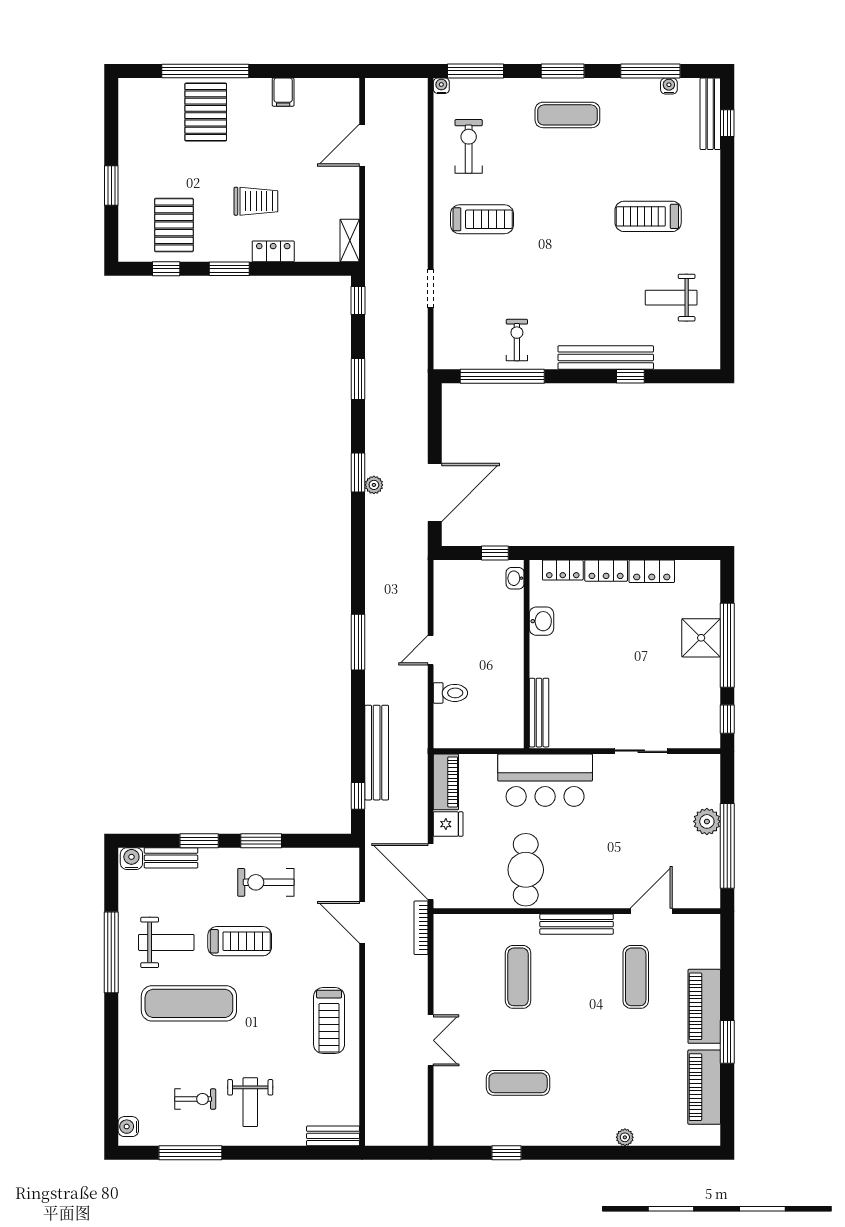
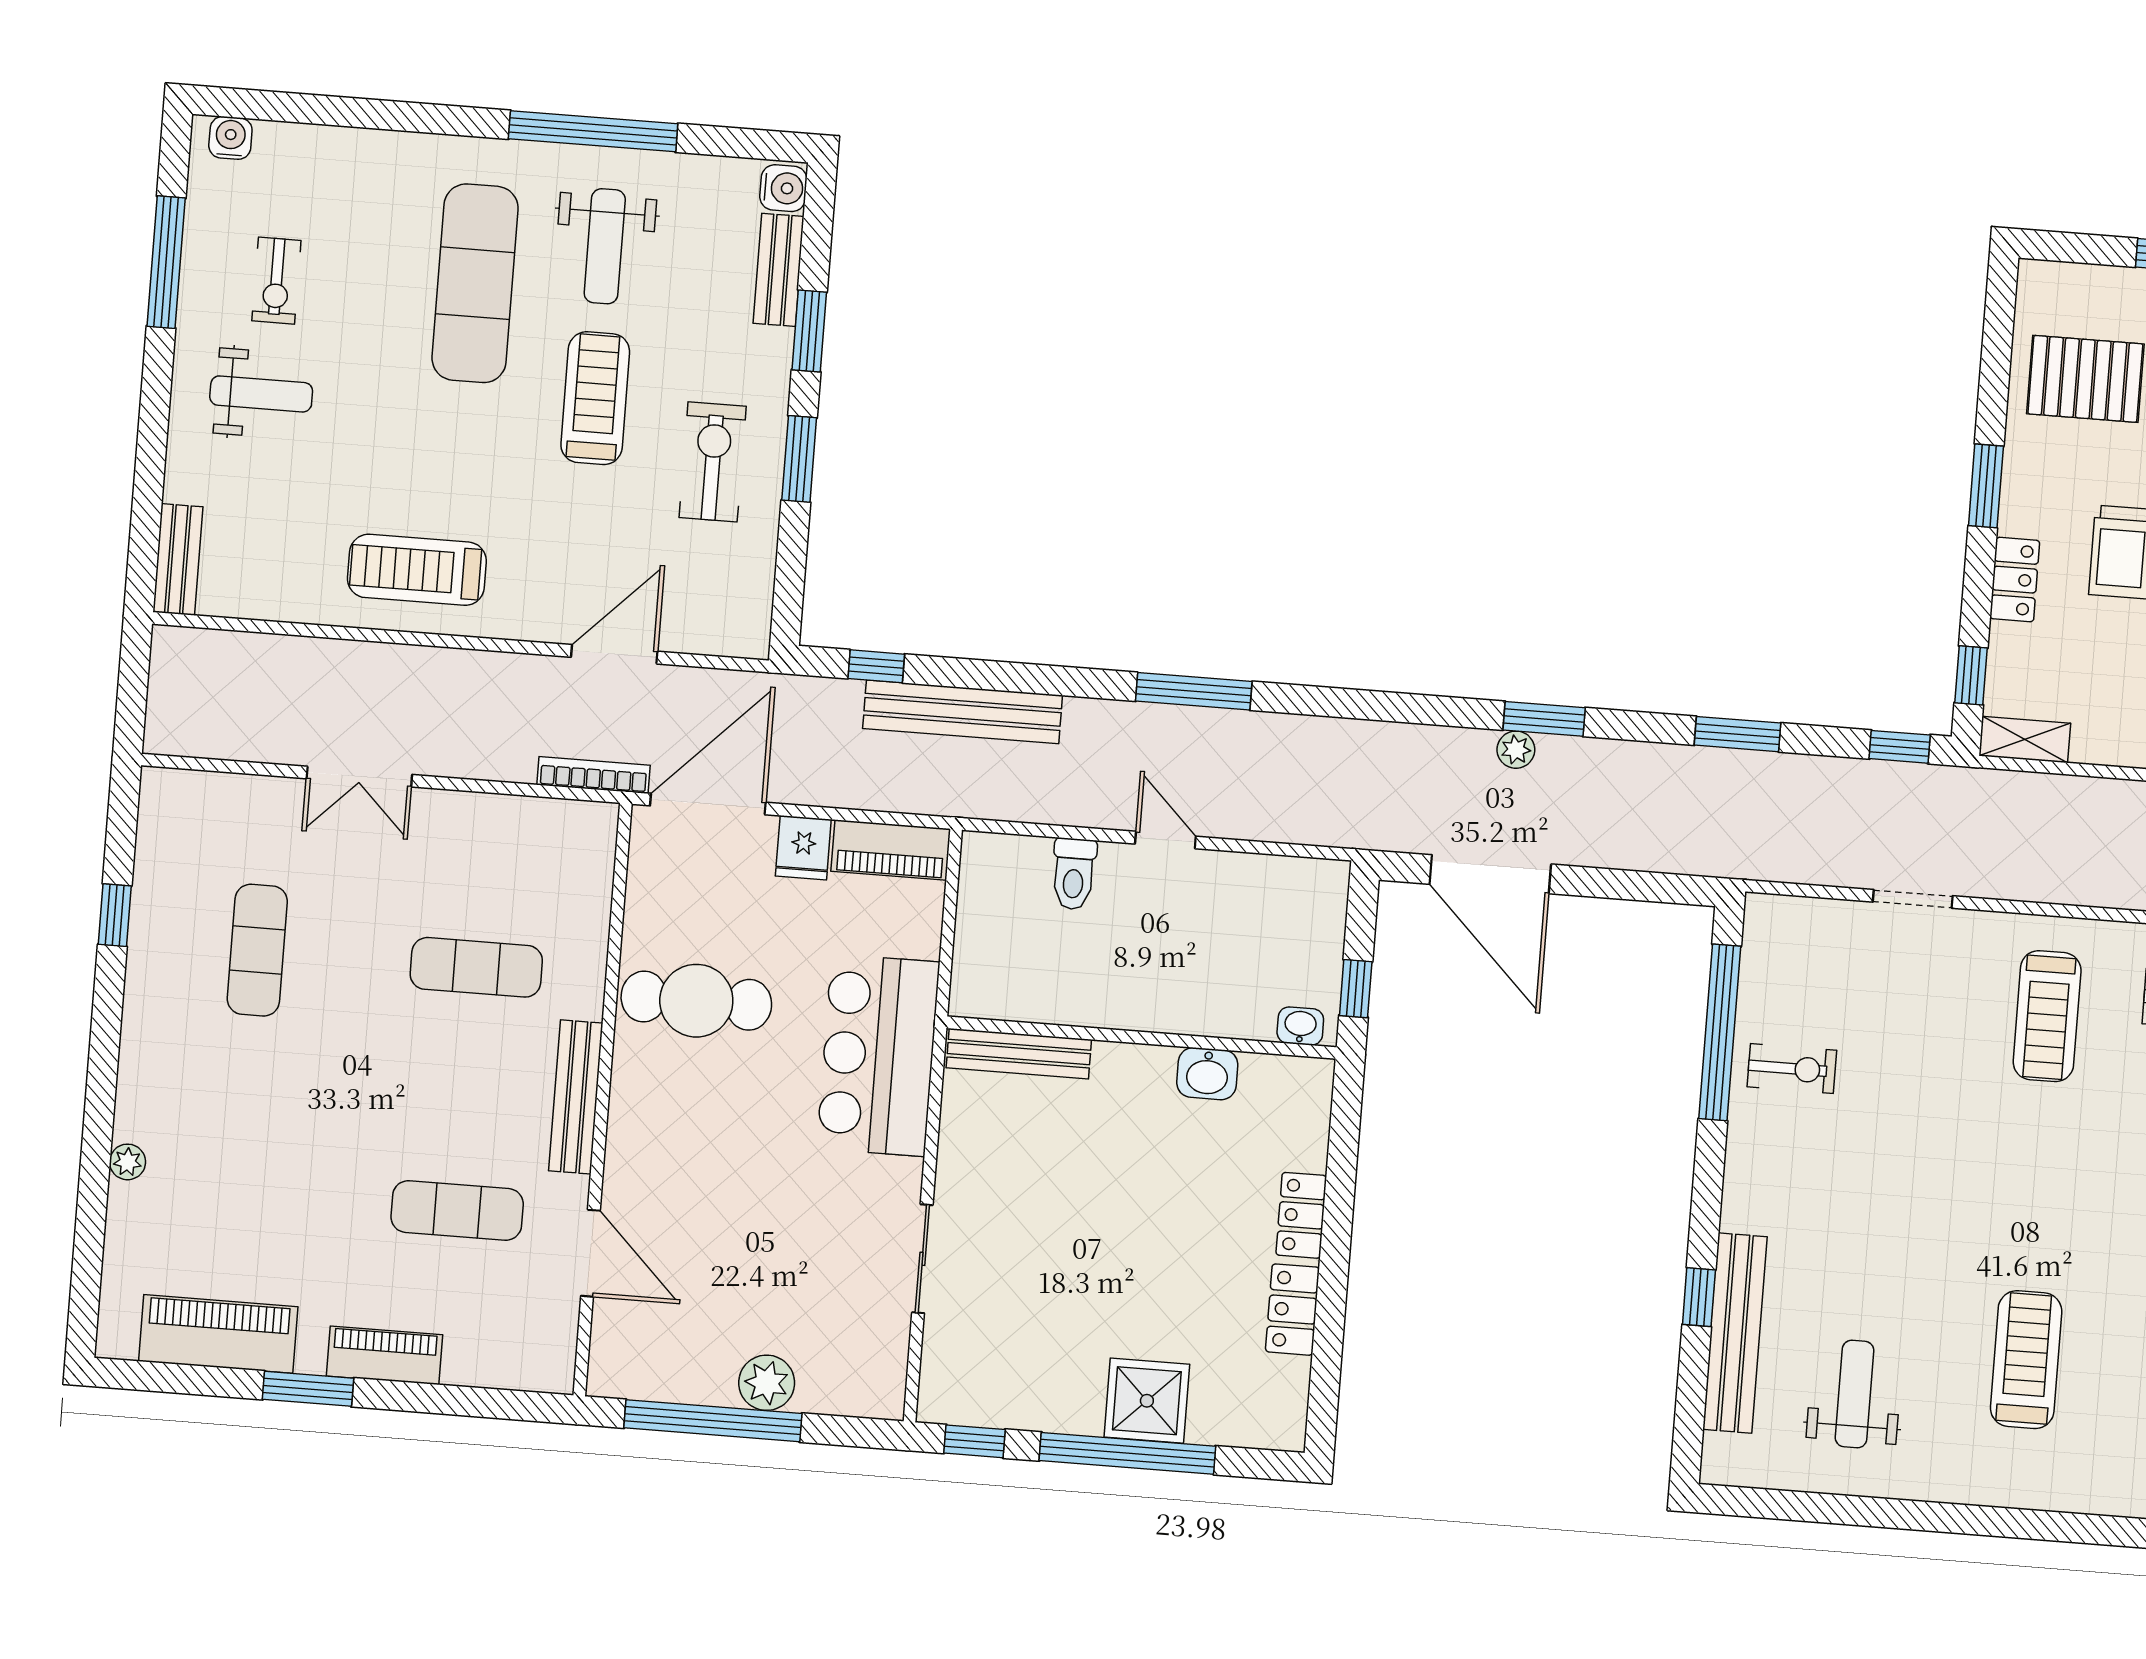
window: (166, 269) -> (1971, 675), moved
bench: (606, 357) -> (1735, 1333), moved
locker: (563, 570) -> (1309, 1126), removed
treadmill: (240, 941) -> (595, 398), turned 180
piano: (704, 1006) -> (385, 1355), width x0.73, depth x0.75
weight bench: (250, 1102) -> (261, 394), turned 180

